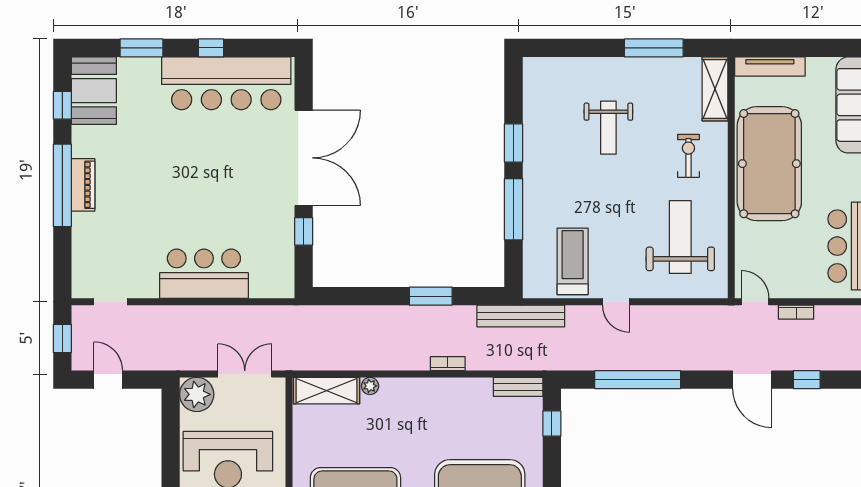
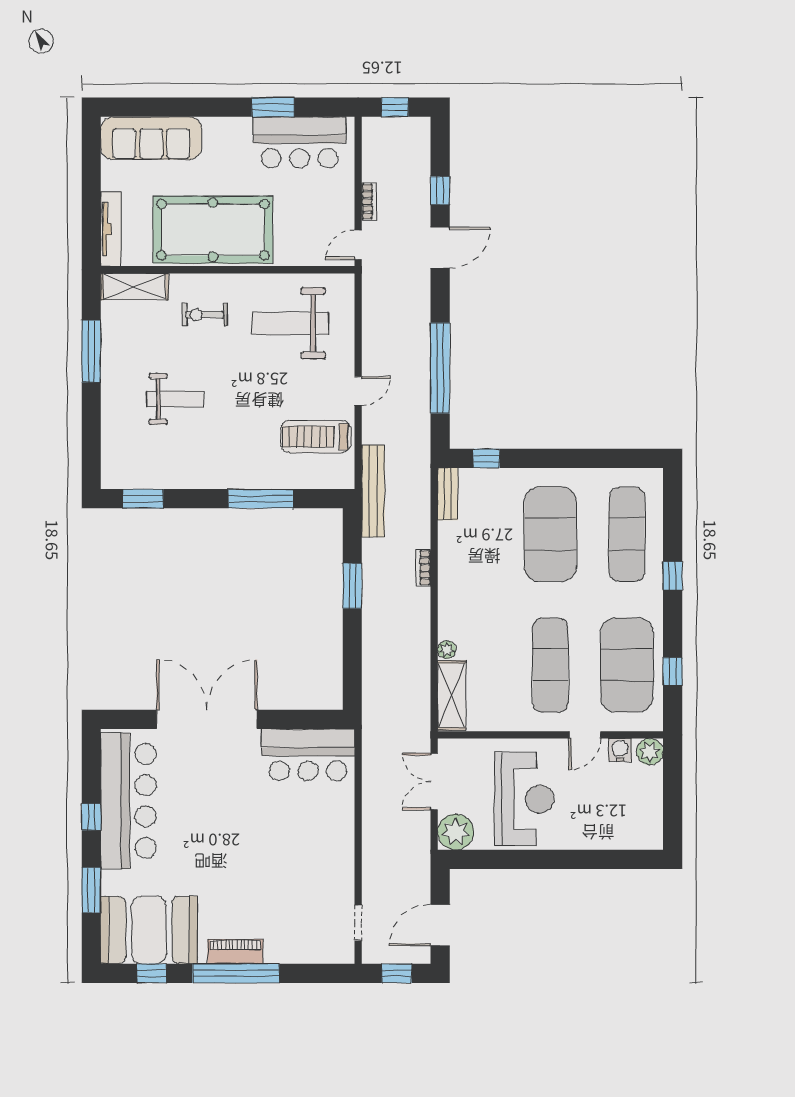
booth: (94, 91) -> (149, 930), width x1.36, depth x1.42
window: (513, 143) -> (143, 499), moved
window: (304, 231) -> (284, 719), removed
bar counter: (204, 274) -> (308, 755), moved, turned -90
door: (108, 380) -> (440, 925), width x1.38

